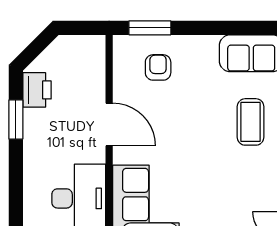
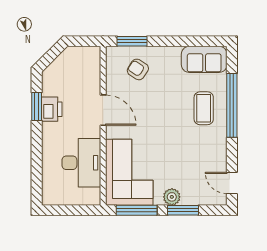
armchair: (158, 67) -> (138, 69), turned -57
printer: (37, 90) -> (52, 109), moved

